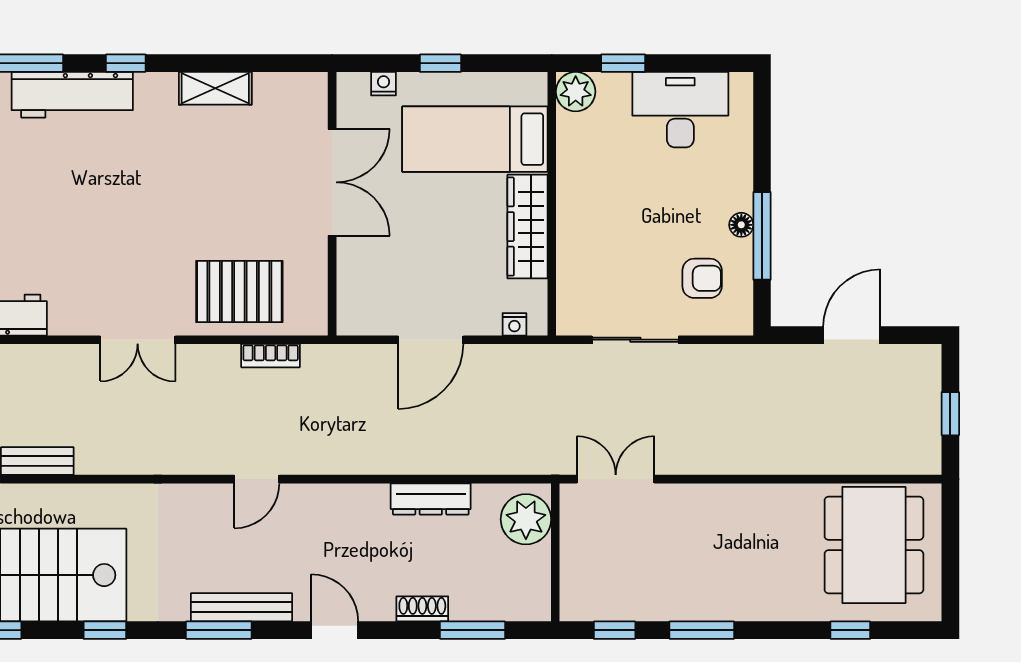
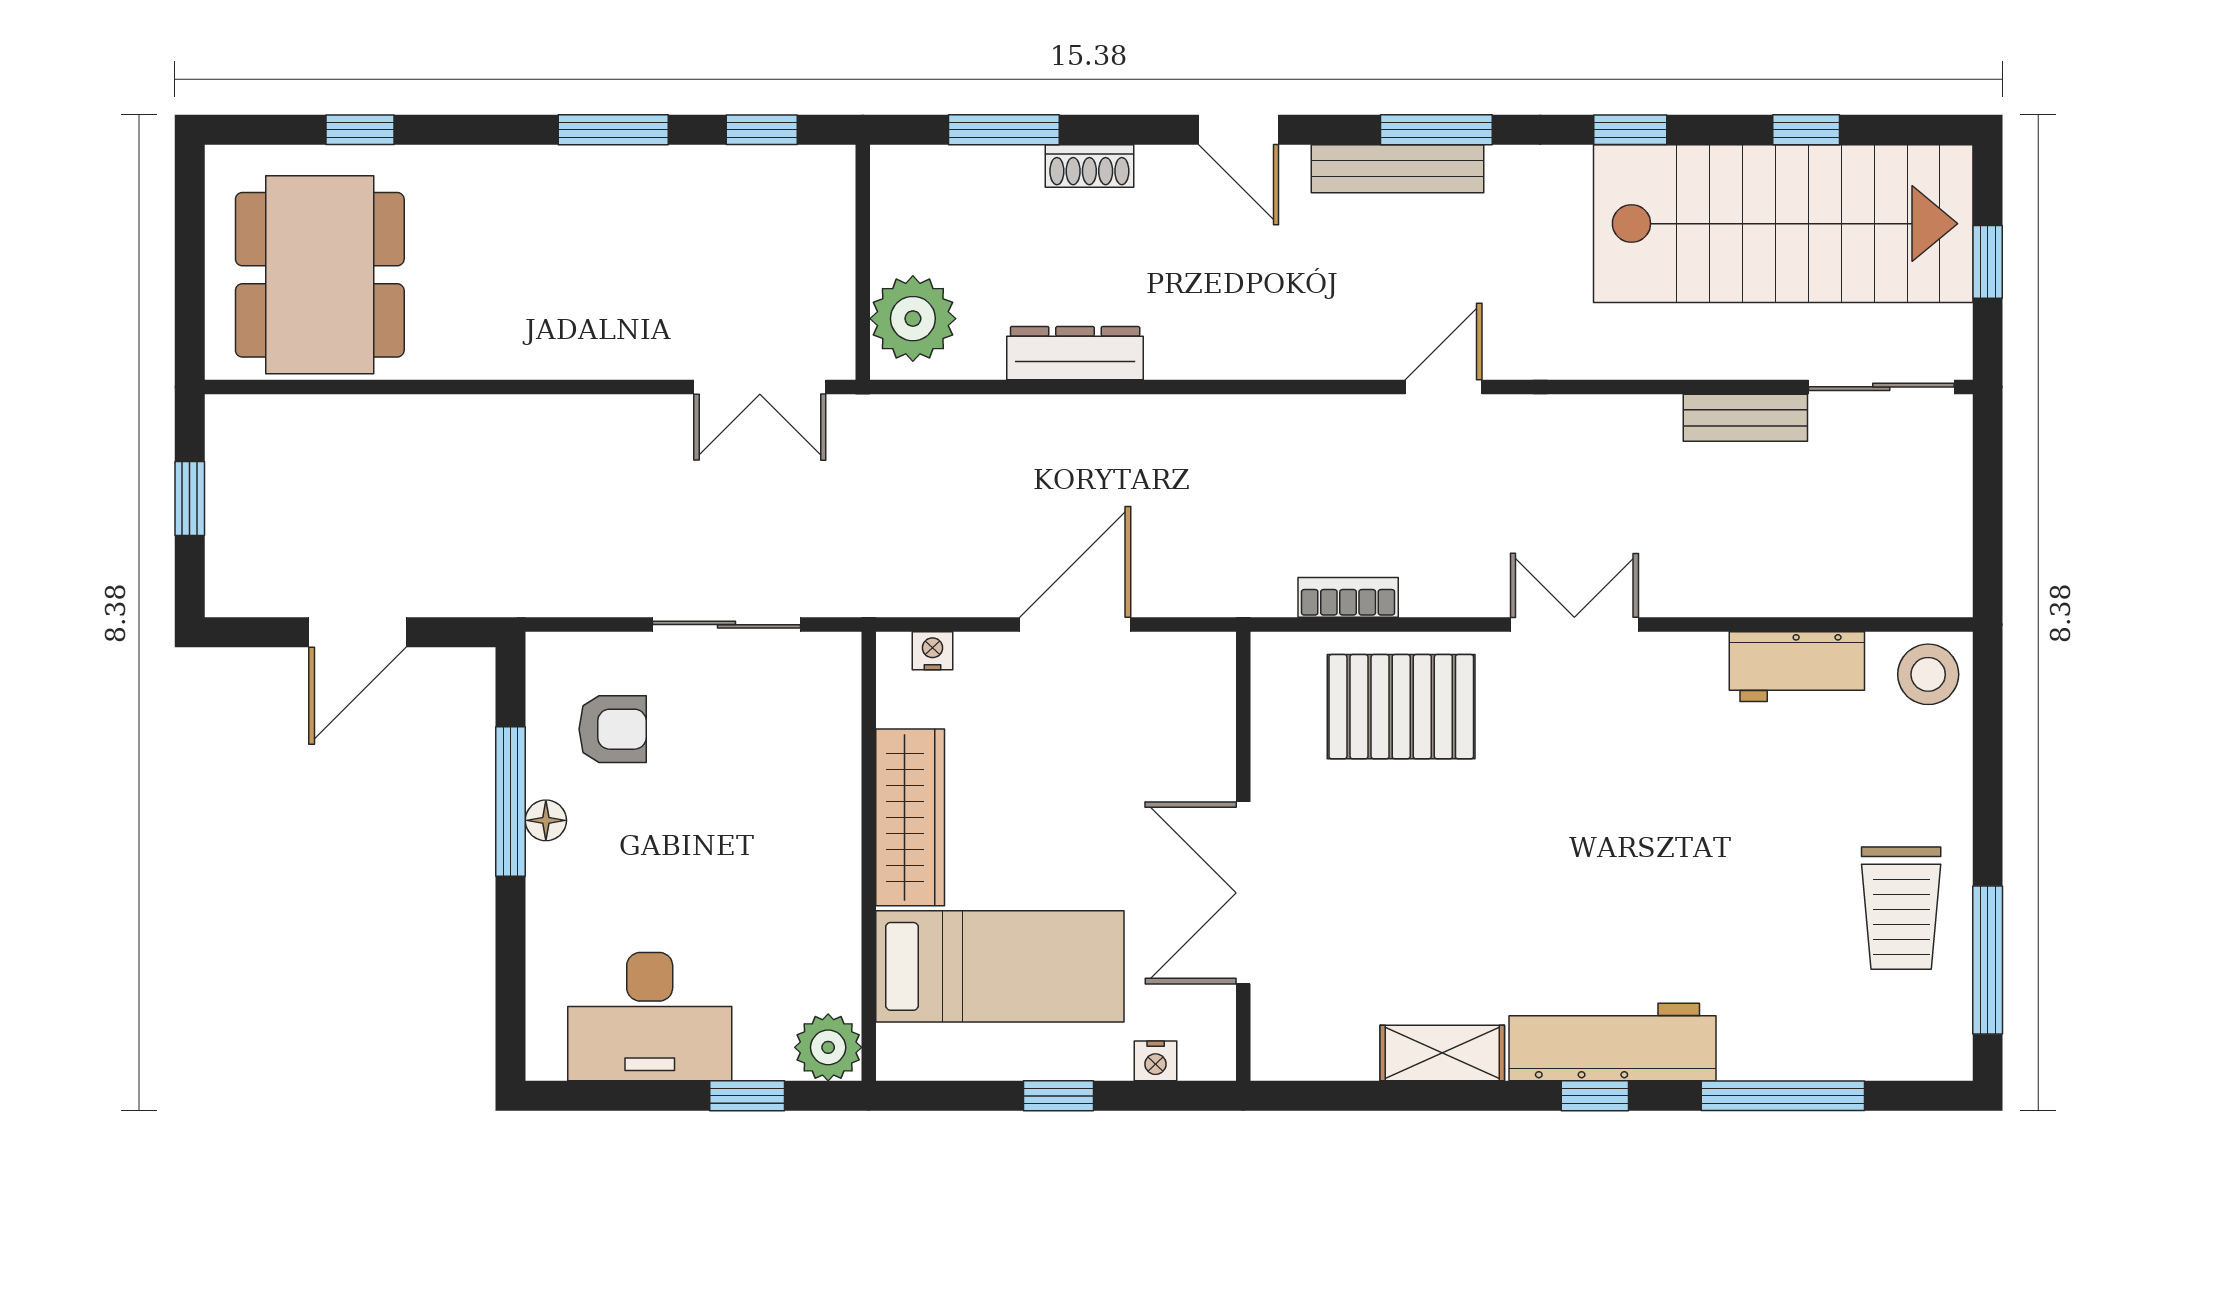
workbench: (72, 95) -> (1613, 1042), moved
armchair: (702, 278) -> (613, 729), turned 180
door: (257, 479) -> (1443, 387), moved

